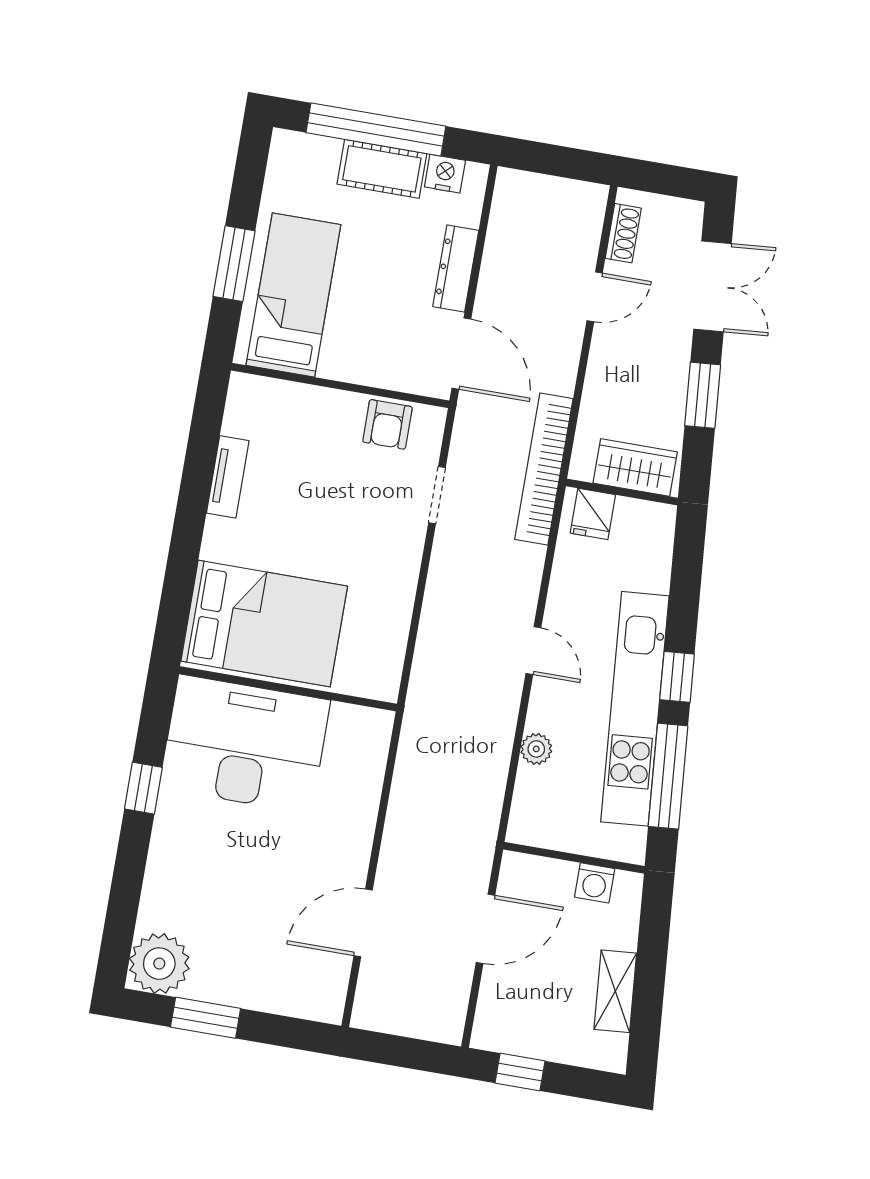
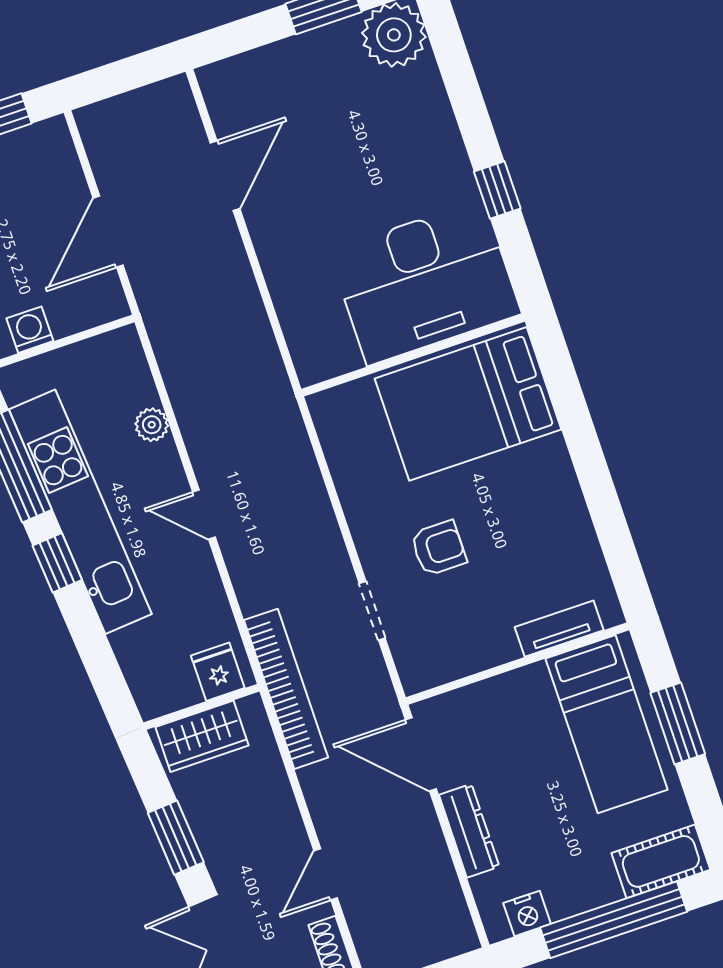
cot: (382, 169) -> (661, 861), moved
armchair: (387, 424) -> (438, 548), moved, turned 90
tv unit: (228, 477) -> (559, 629), moved, turned 90

